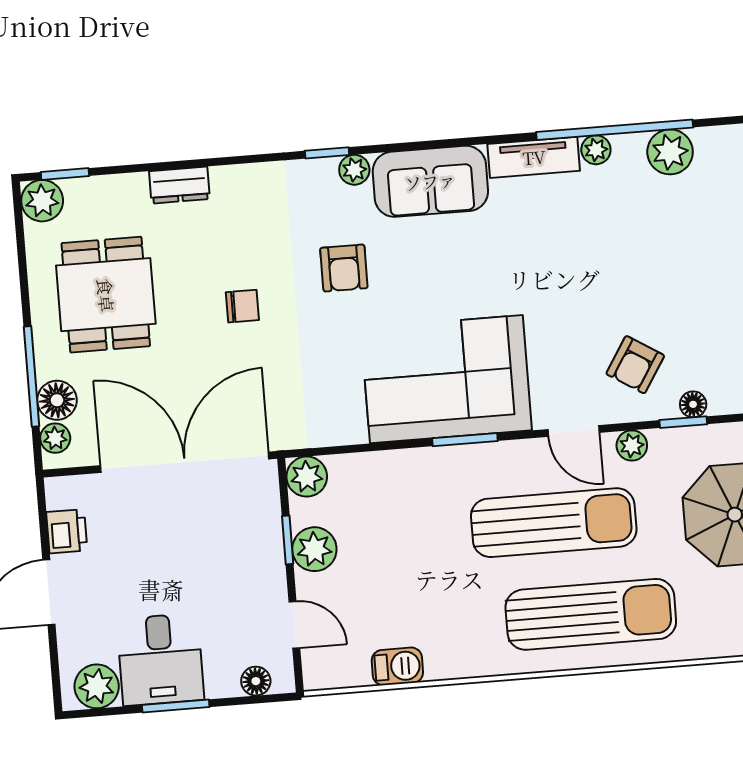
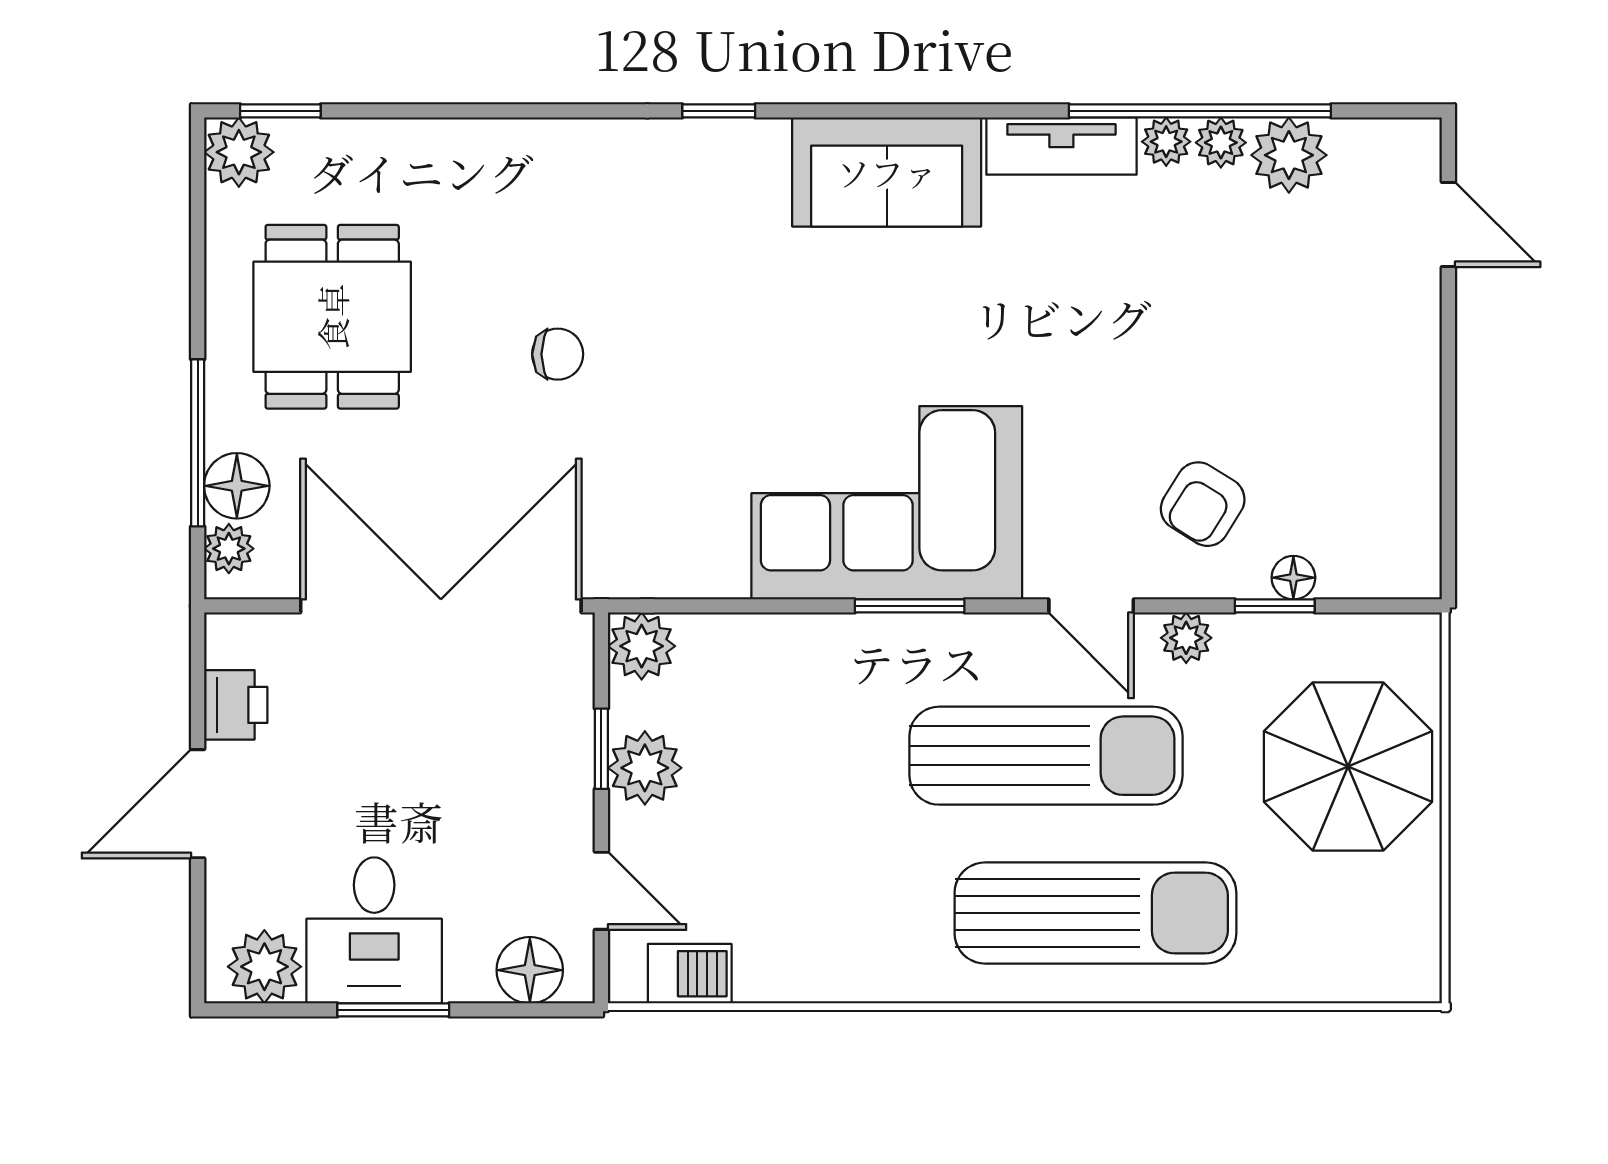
plant: (354, 170) -> (1221, 143), moved
dresser: (179, 185) -> (469, 145), removed
armchair: (344, 268) -> (731, 304), removed
barbecue: (397, 666) -> (690, 974), moved
floor lamp: (256, 681) -> (530, 970), width x1.37, depth x1.37

